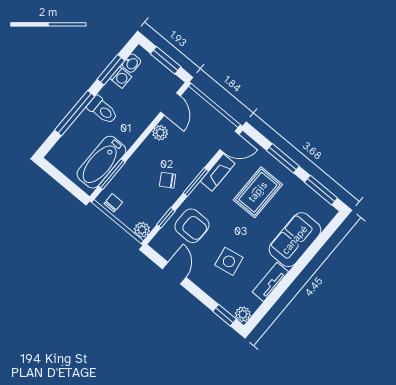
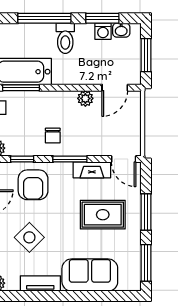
chair: (168, 180) -> (53, 136), turned -149
side table: (229, 261) -> (29, 237), turned -35

